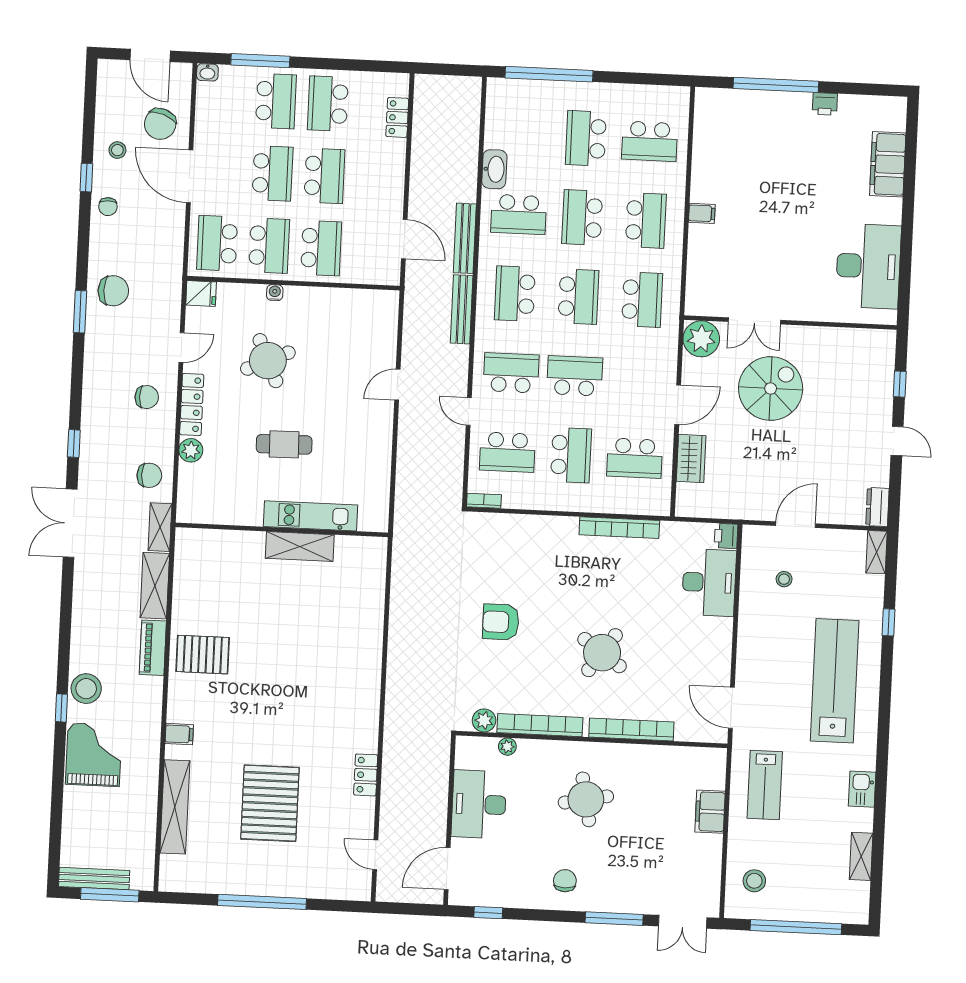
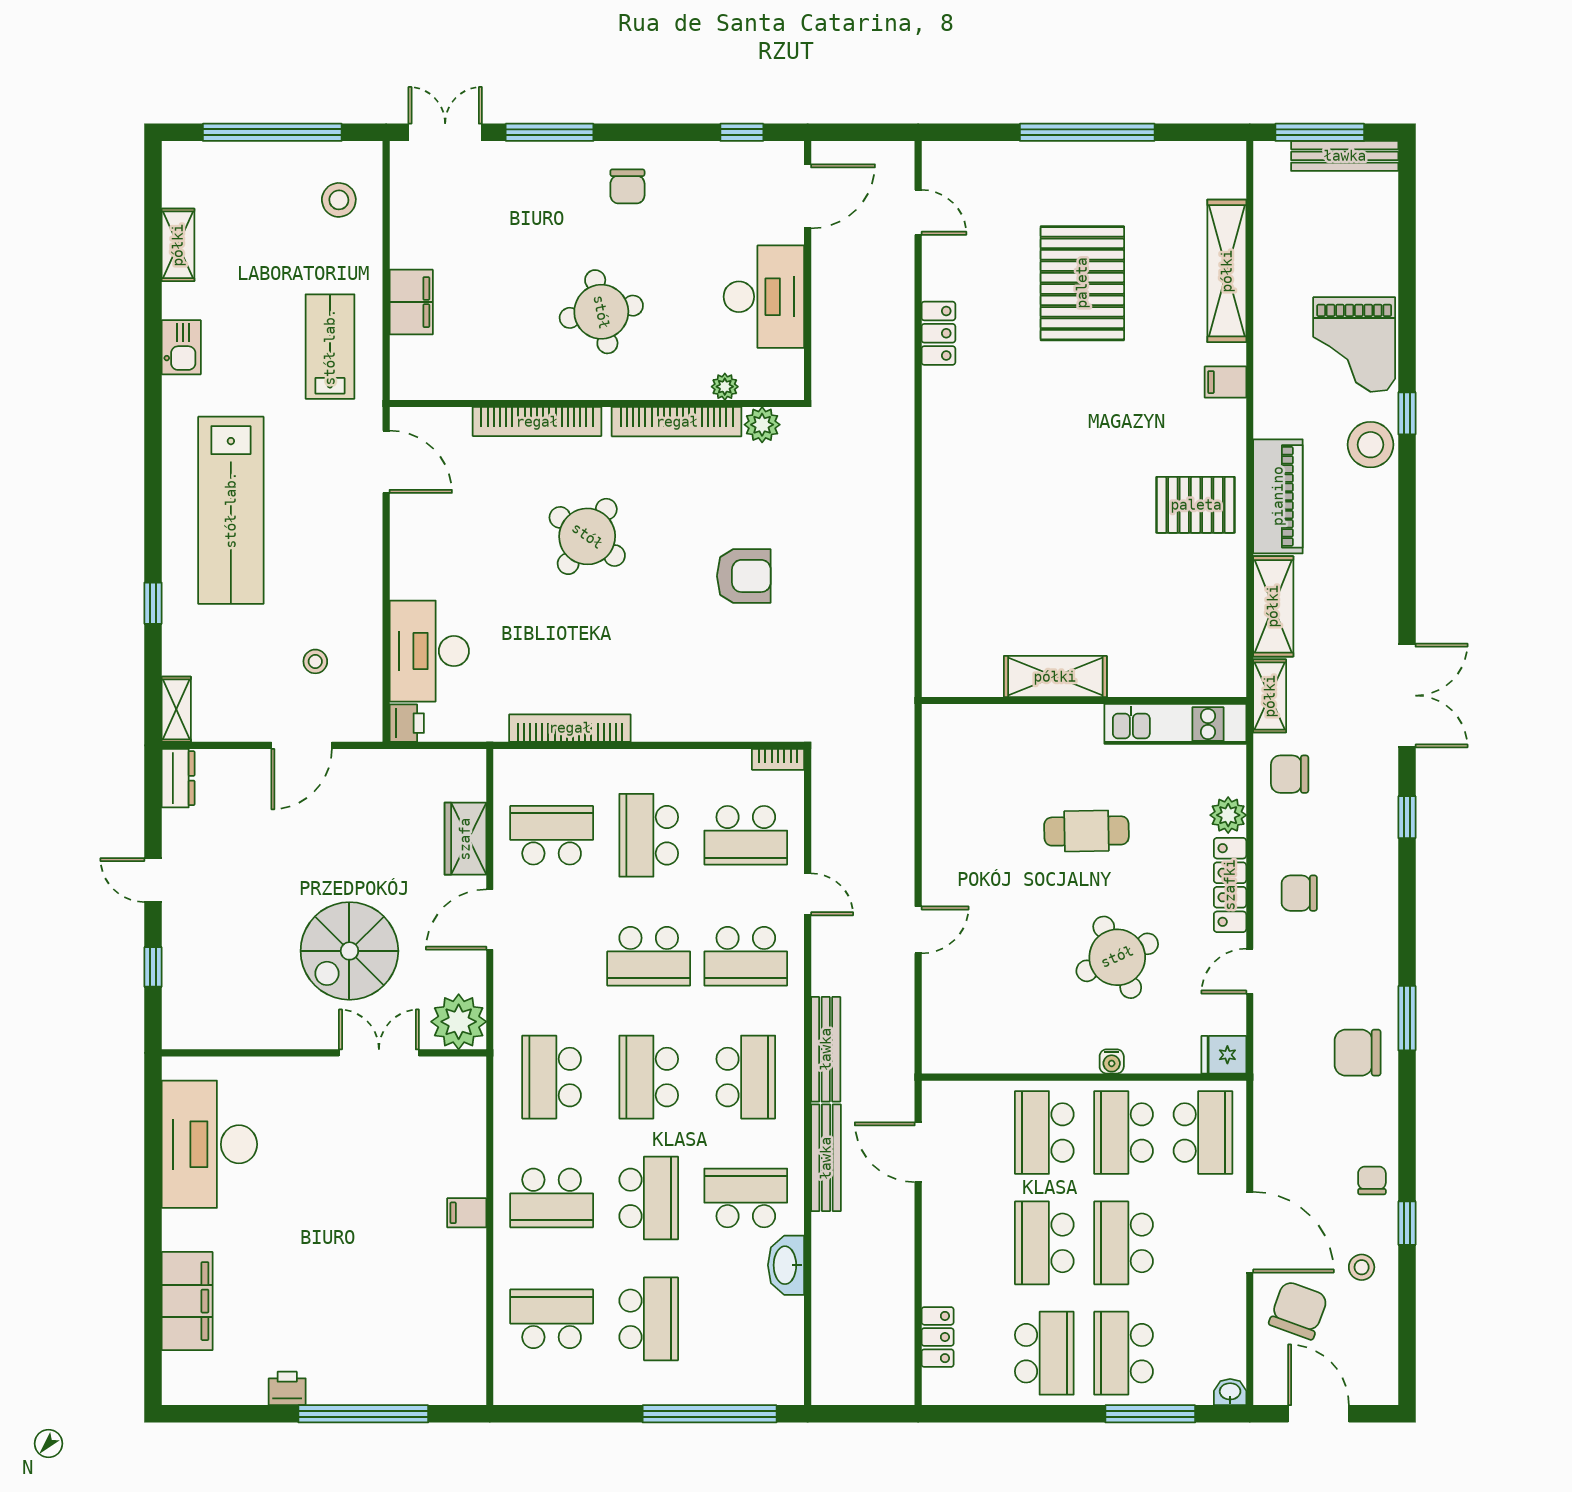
school desk: (646, 220) -> (552, 1198), turned -90
school desk: (507, 452) -> (746, 835), turned 180
kitchen unit: (311, 516) -> (1175, 724), moved
piano: (153, 648) -> (1278, 496), width x1.37, depth x1.33

